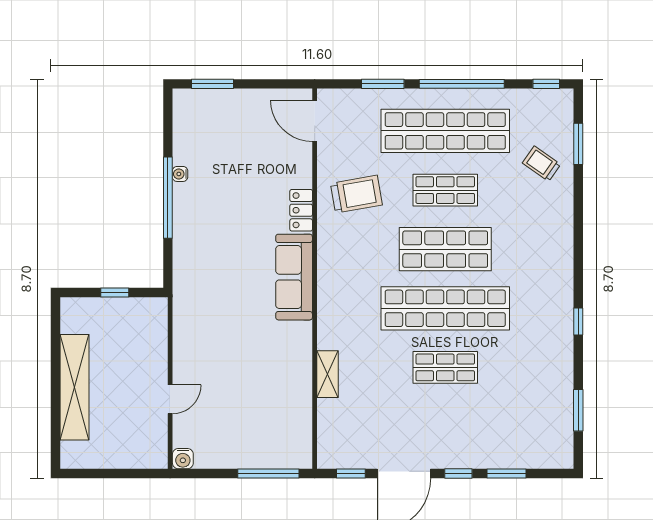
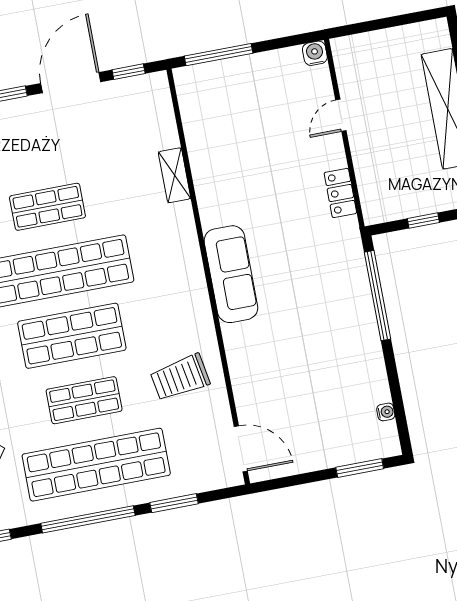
water cooler: (180, 174) -> (386, 412), moved
window: (168, 198) -> (378, 296), moved
locker: (301, 210) -> (340, 193), moved, turned 180

